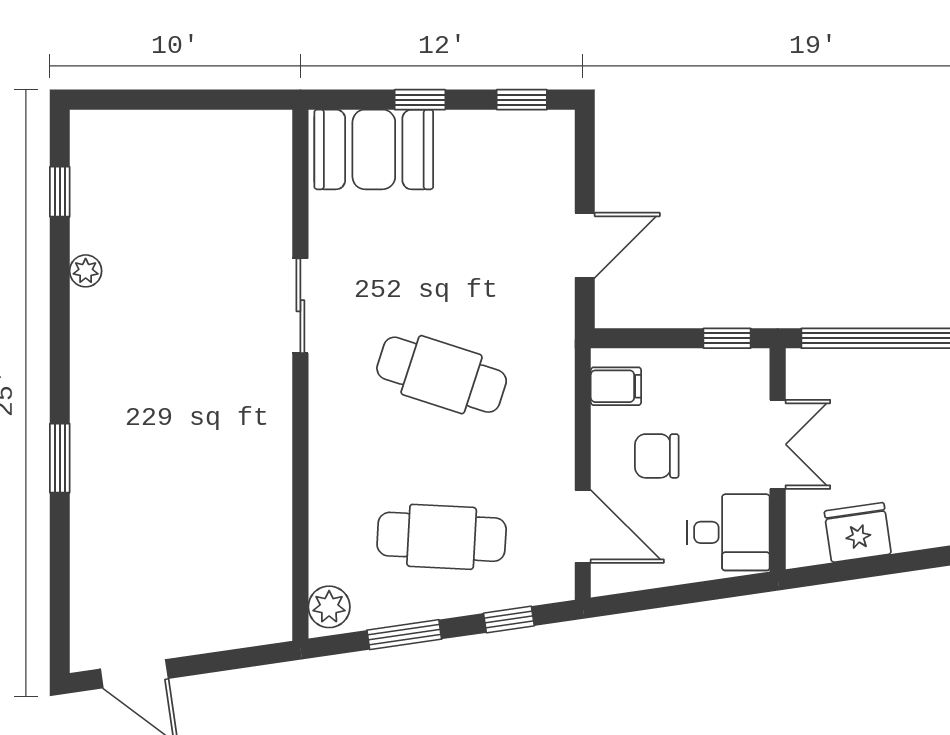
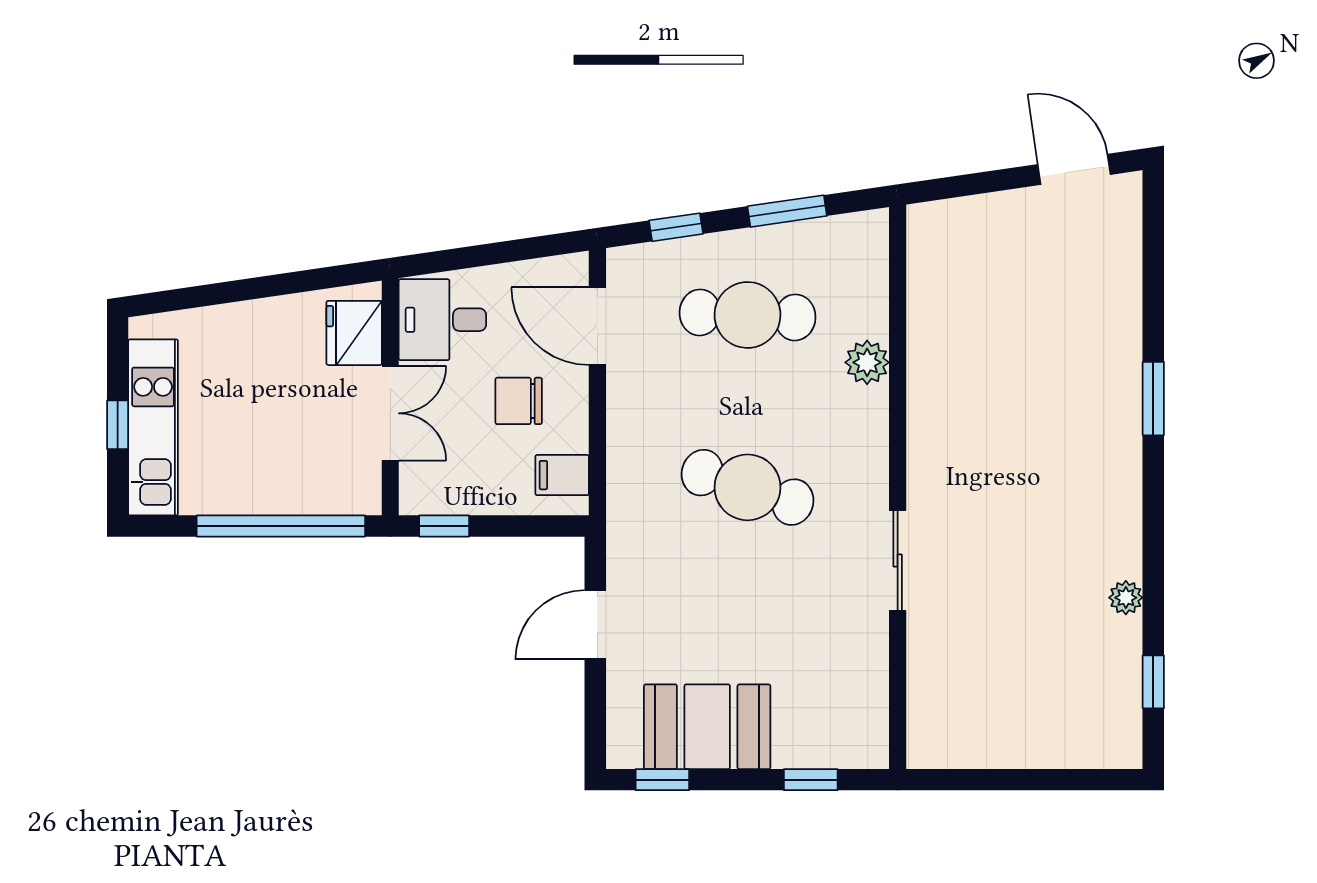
window: (420, 100) -> (811, 780), moved
booth: (374, 149) -> (707, 727), moved
double door: (778, 444) -> (390, 413), swing flipped
chair: (657, 456) -> (519, 401), turned 180
fridge: (858, 532) -> (354, 333), moved, turned 98
plant: (329, 607) -> (867, 362), moved

